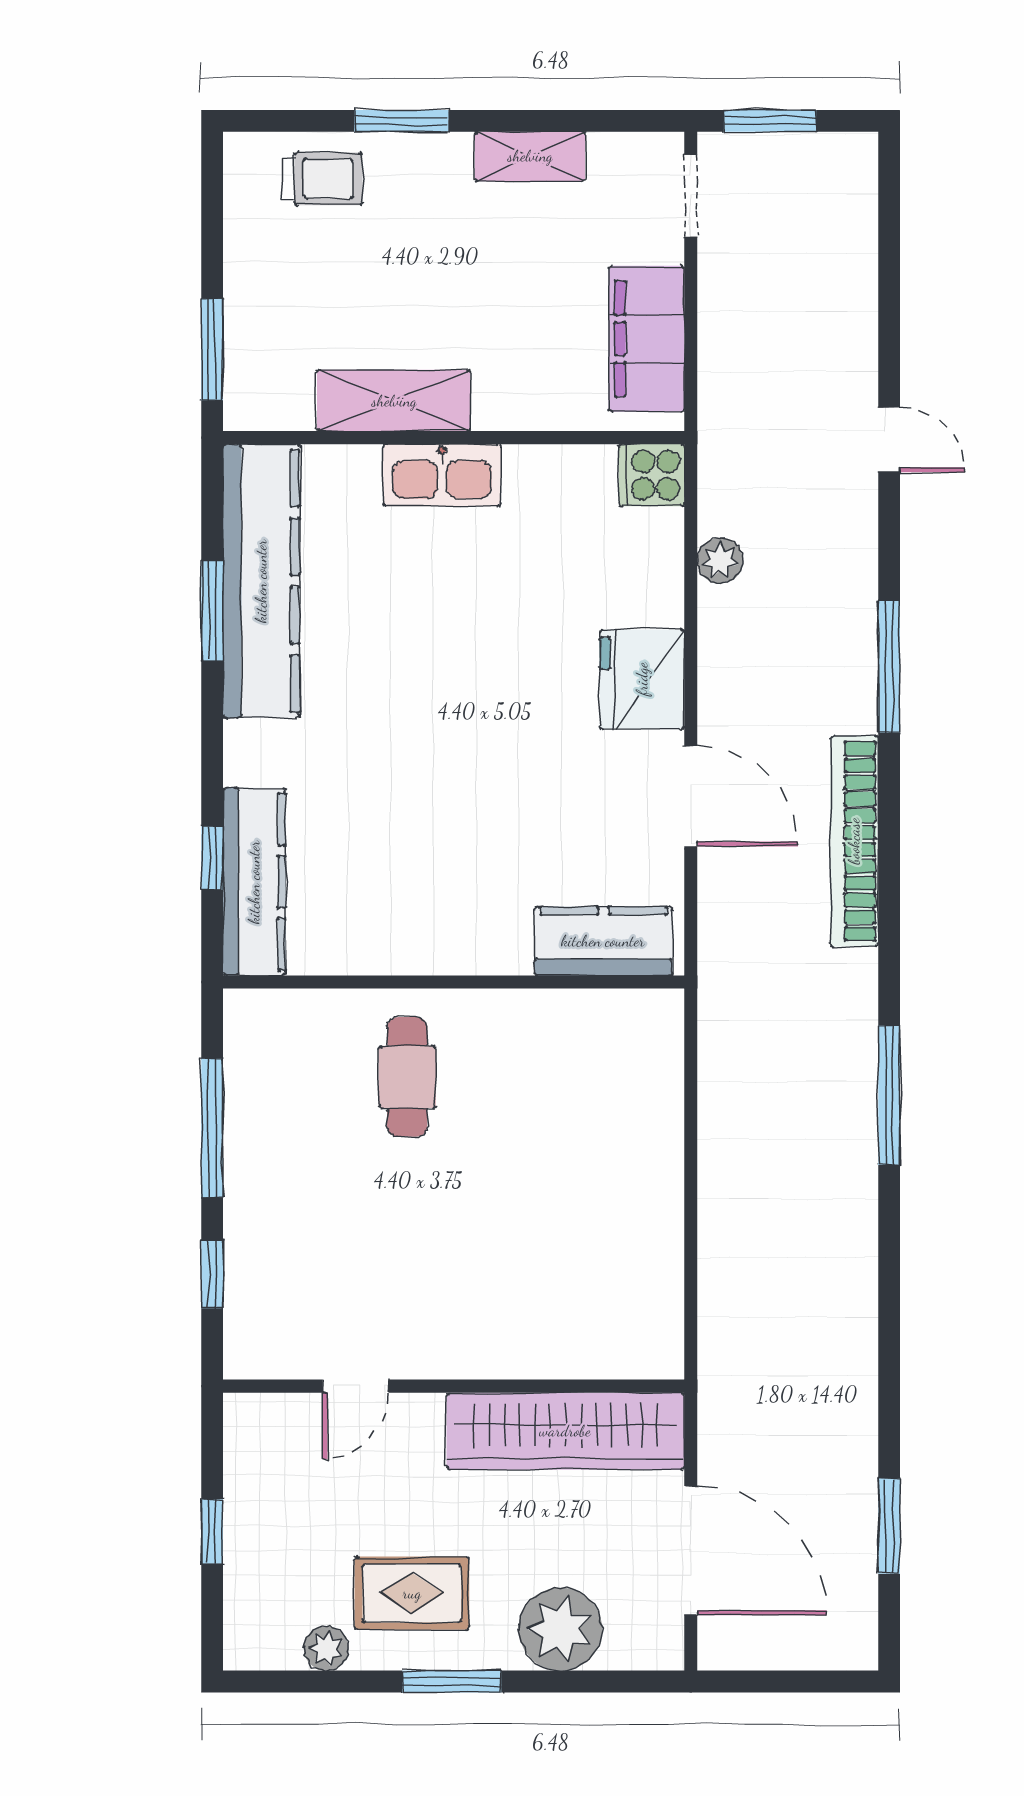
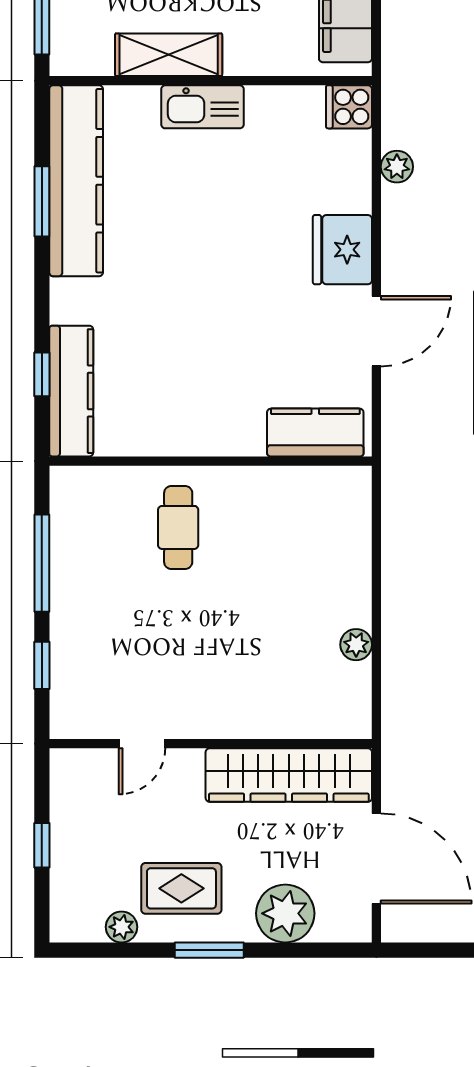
door: (691, 796) -> (376, 331), hinge flipped
plant: (662, 1244) -> (356, 645), added

